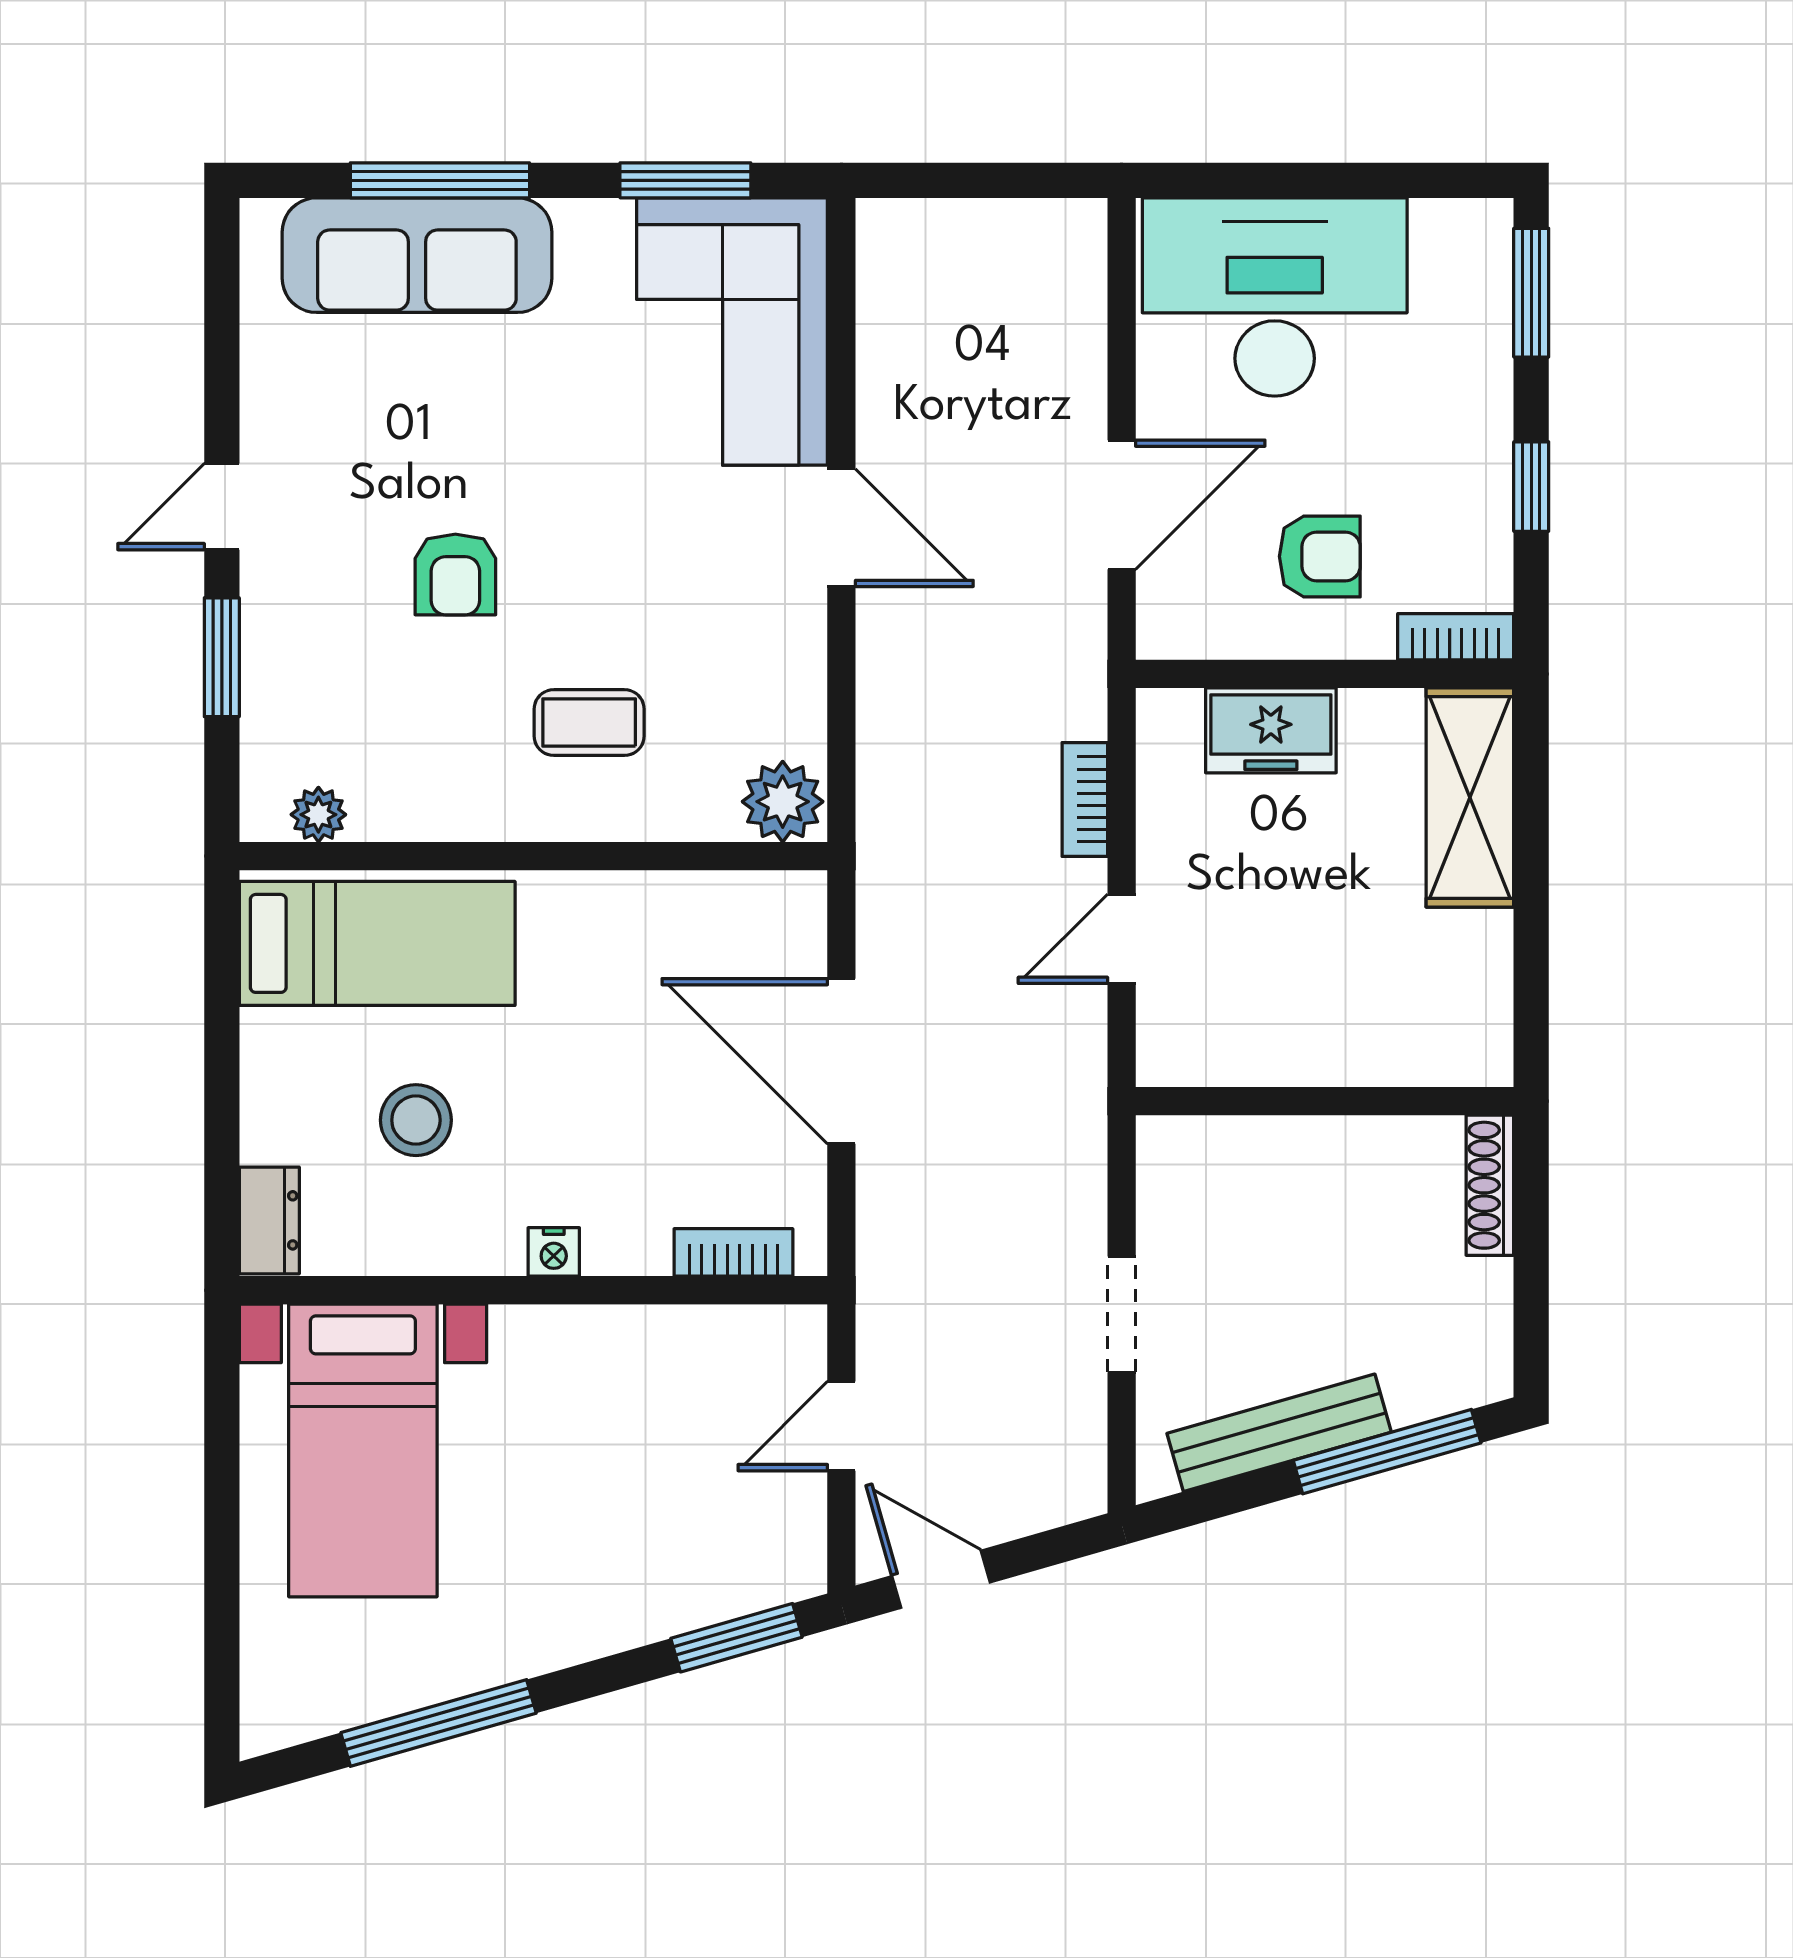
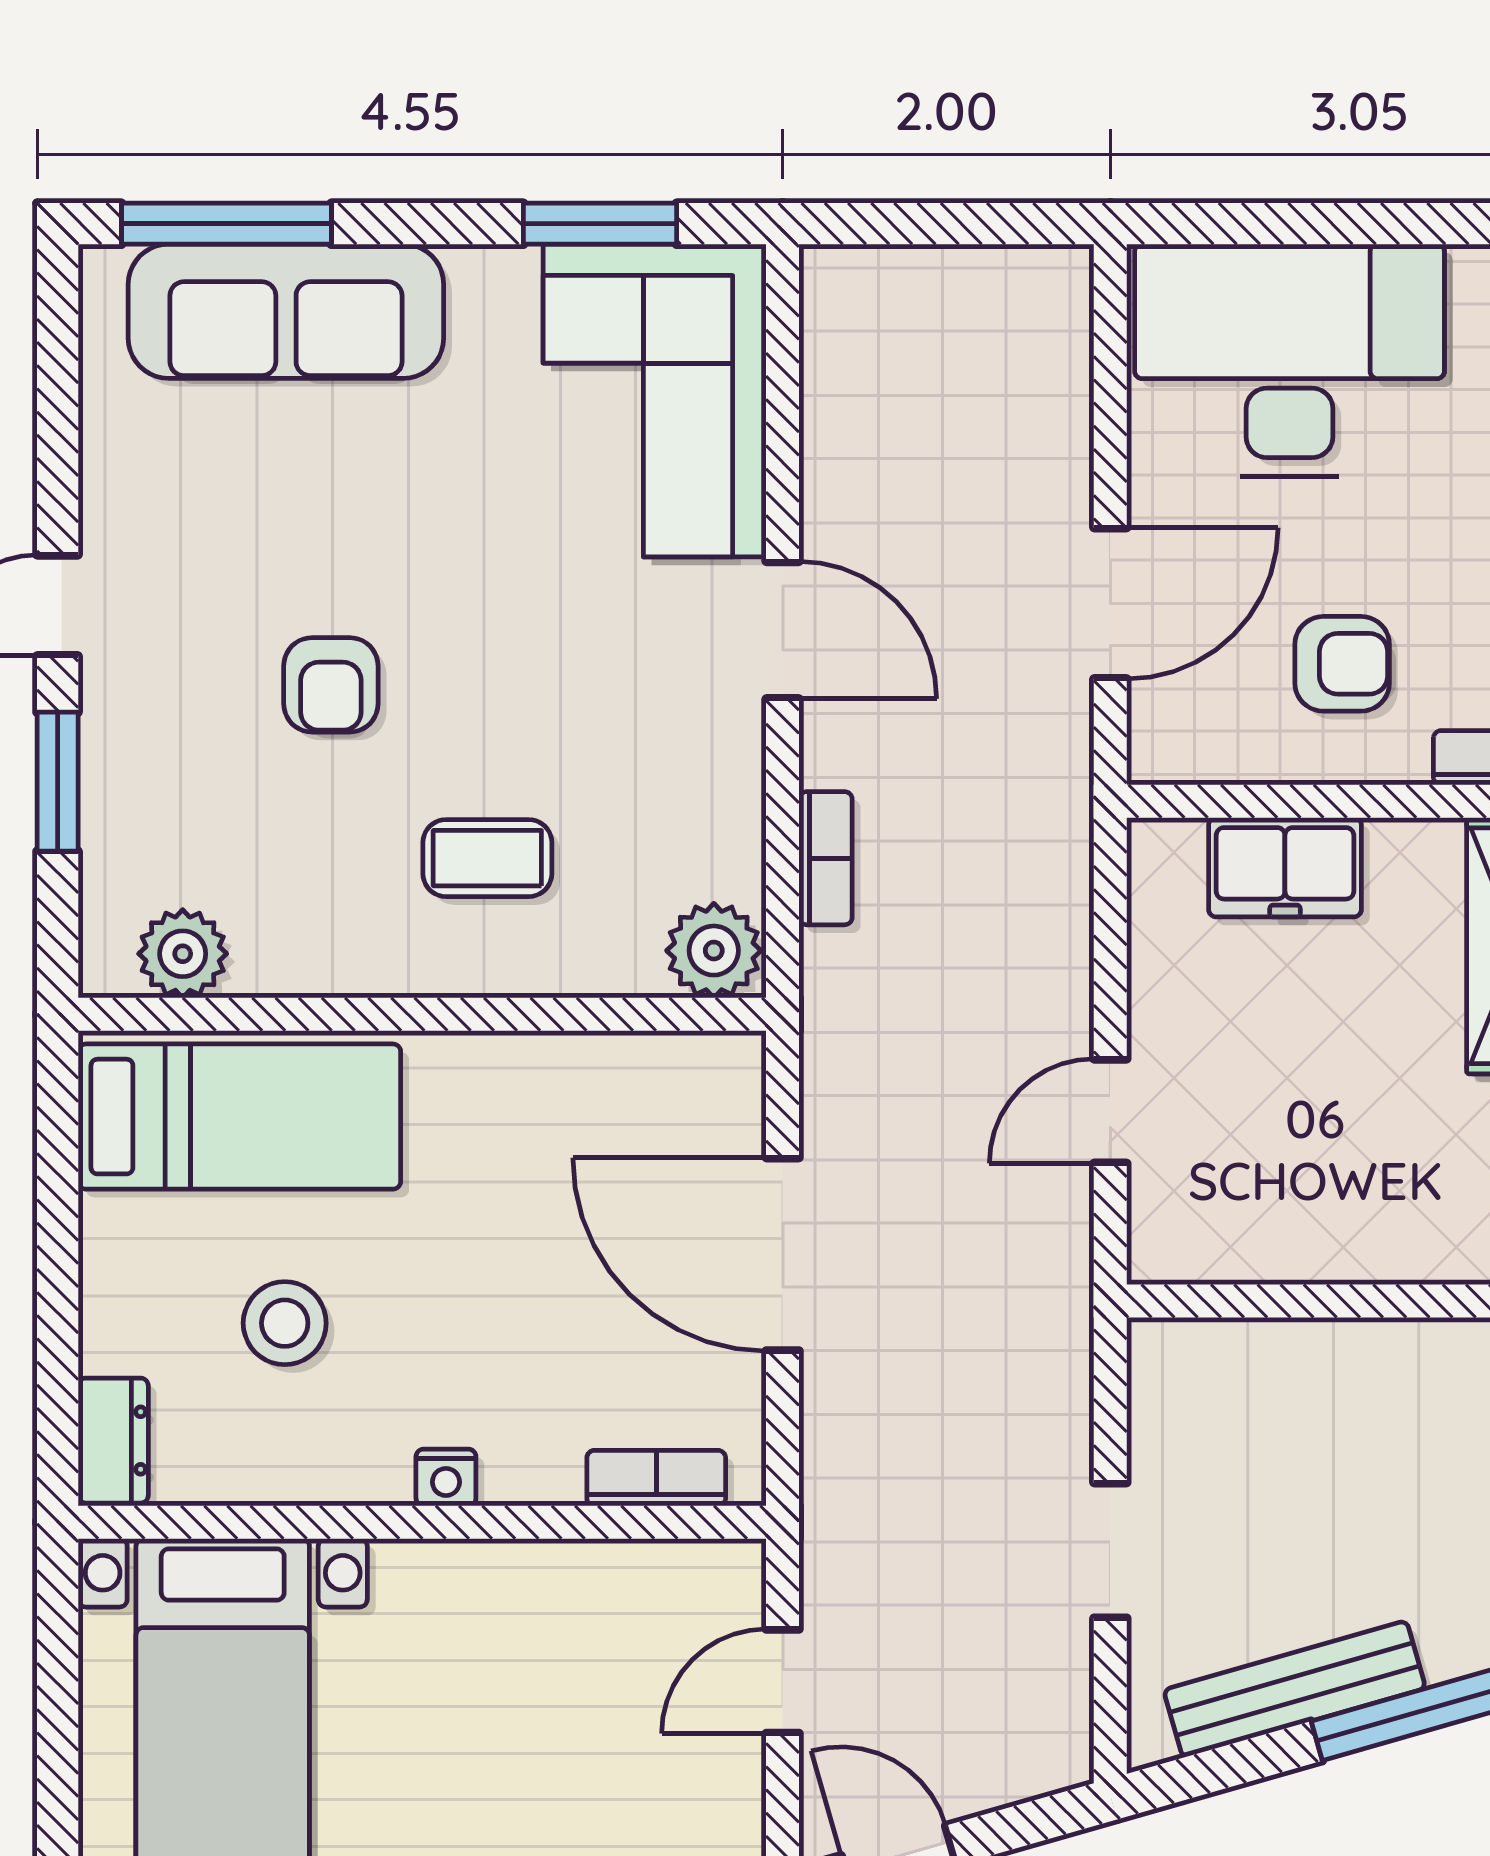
window: (440, 180) -> (226, 224), moved
bookcase: (1085, 799) -> (826, 858), moved, turned 180
plant: (318, 815) -> (183, 954), width x1.38, depth x1.38

